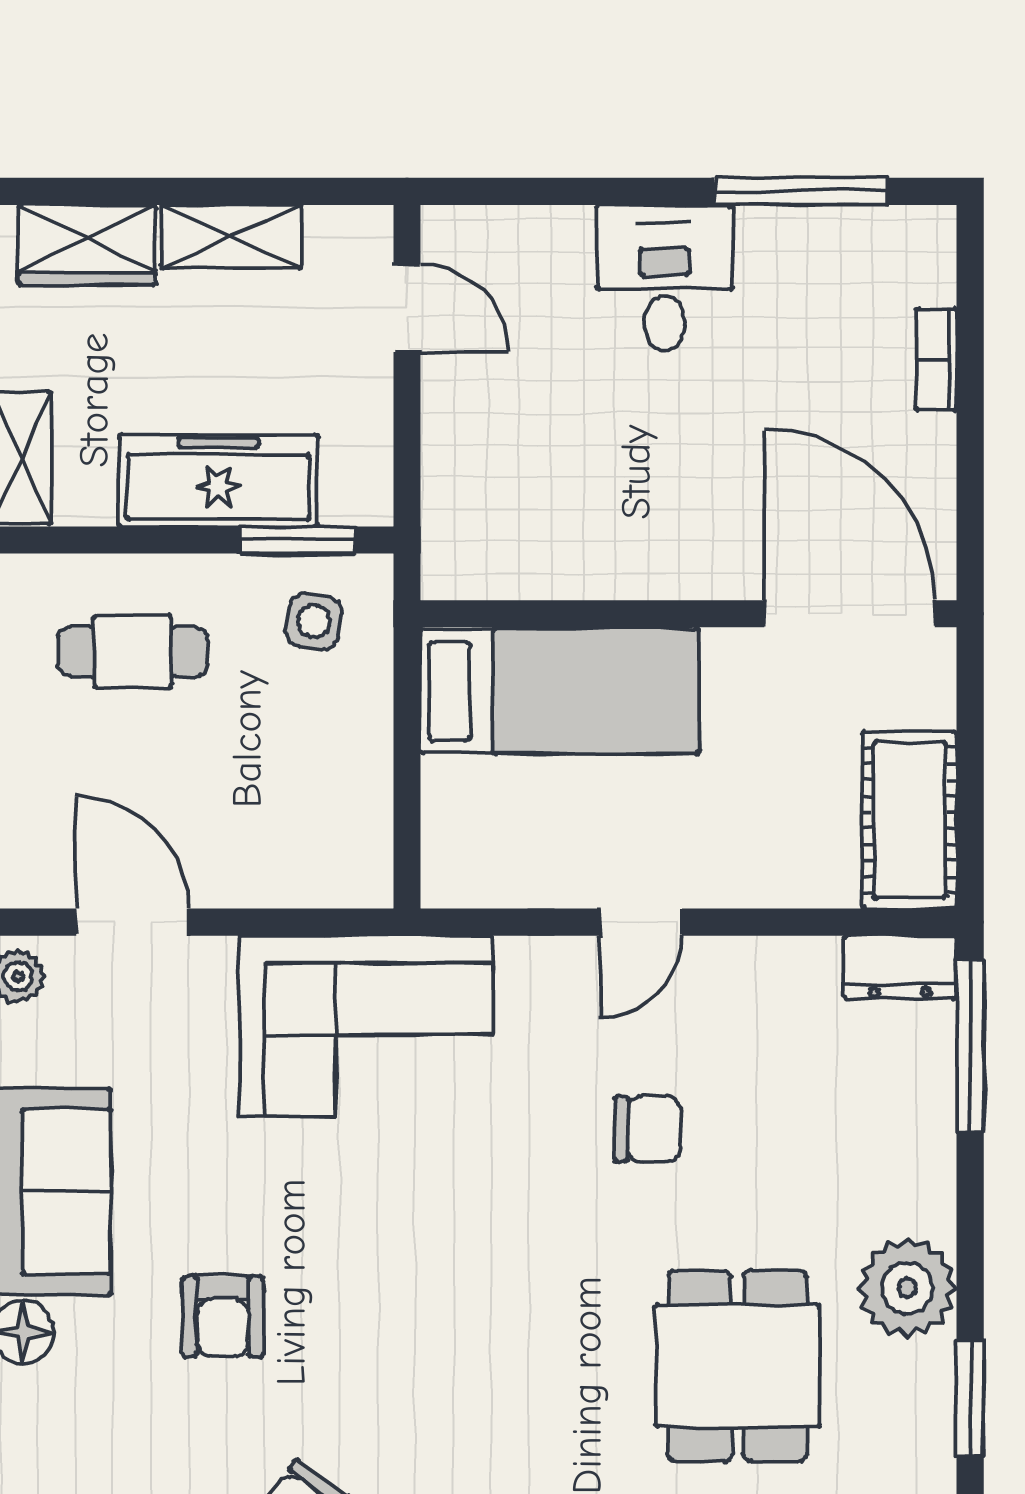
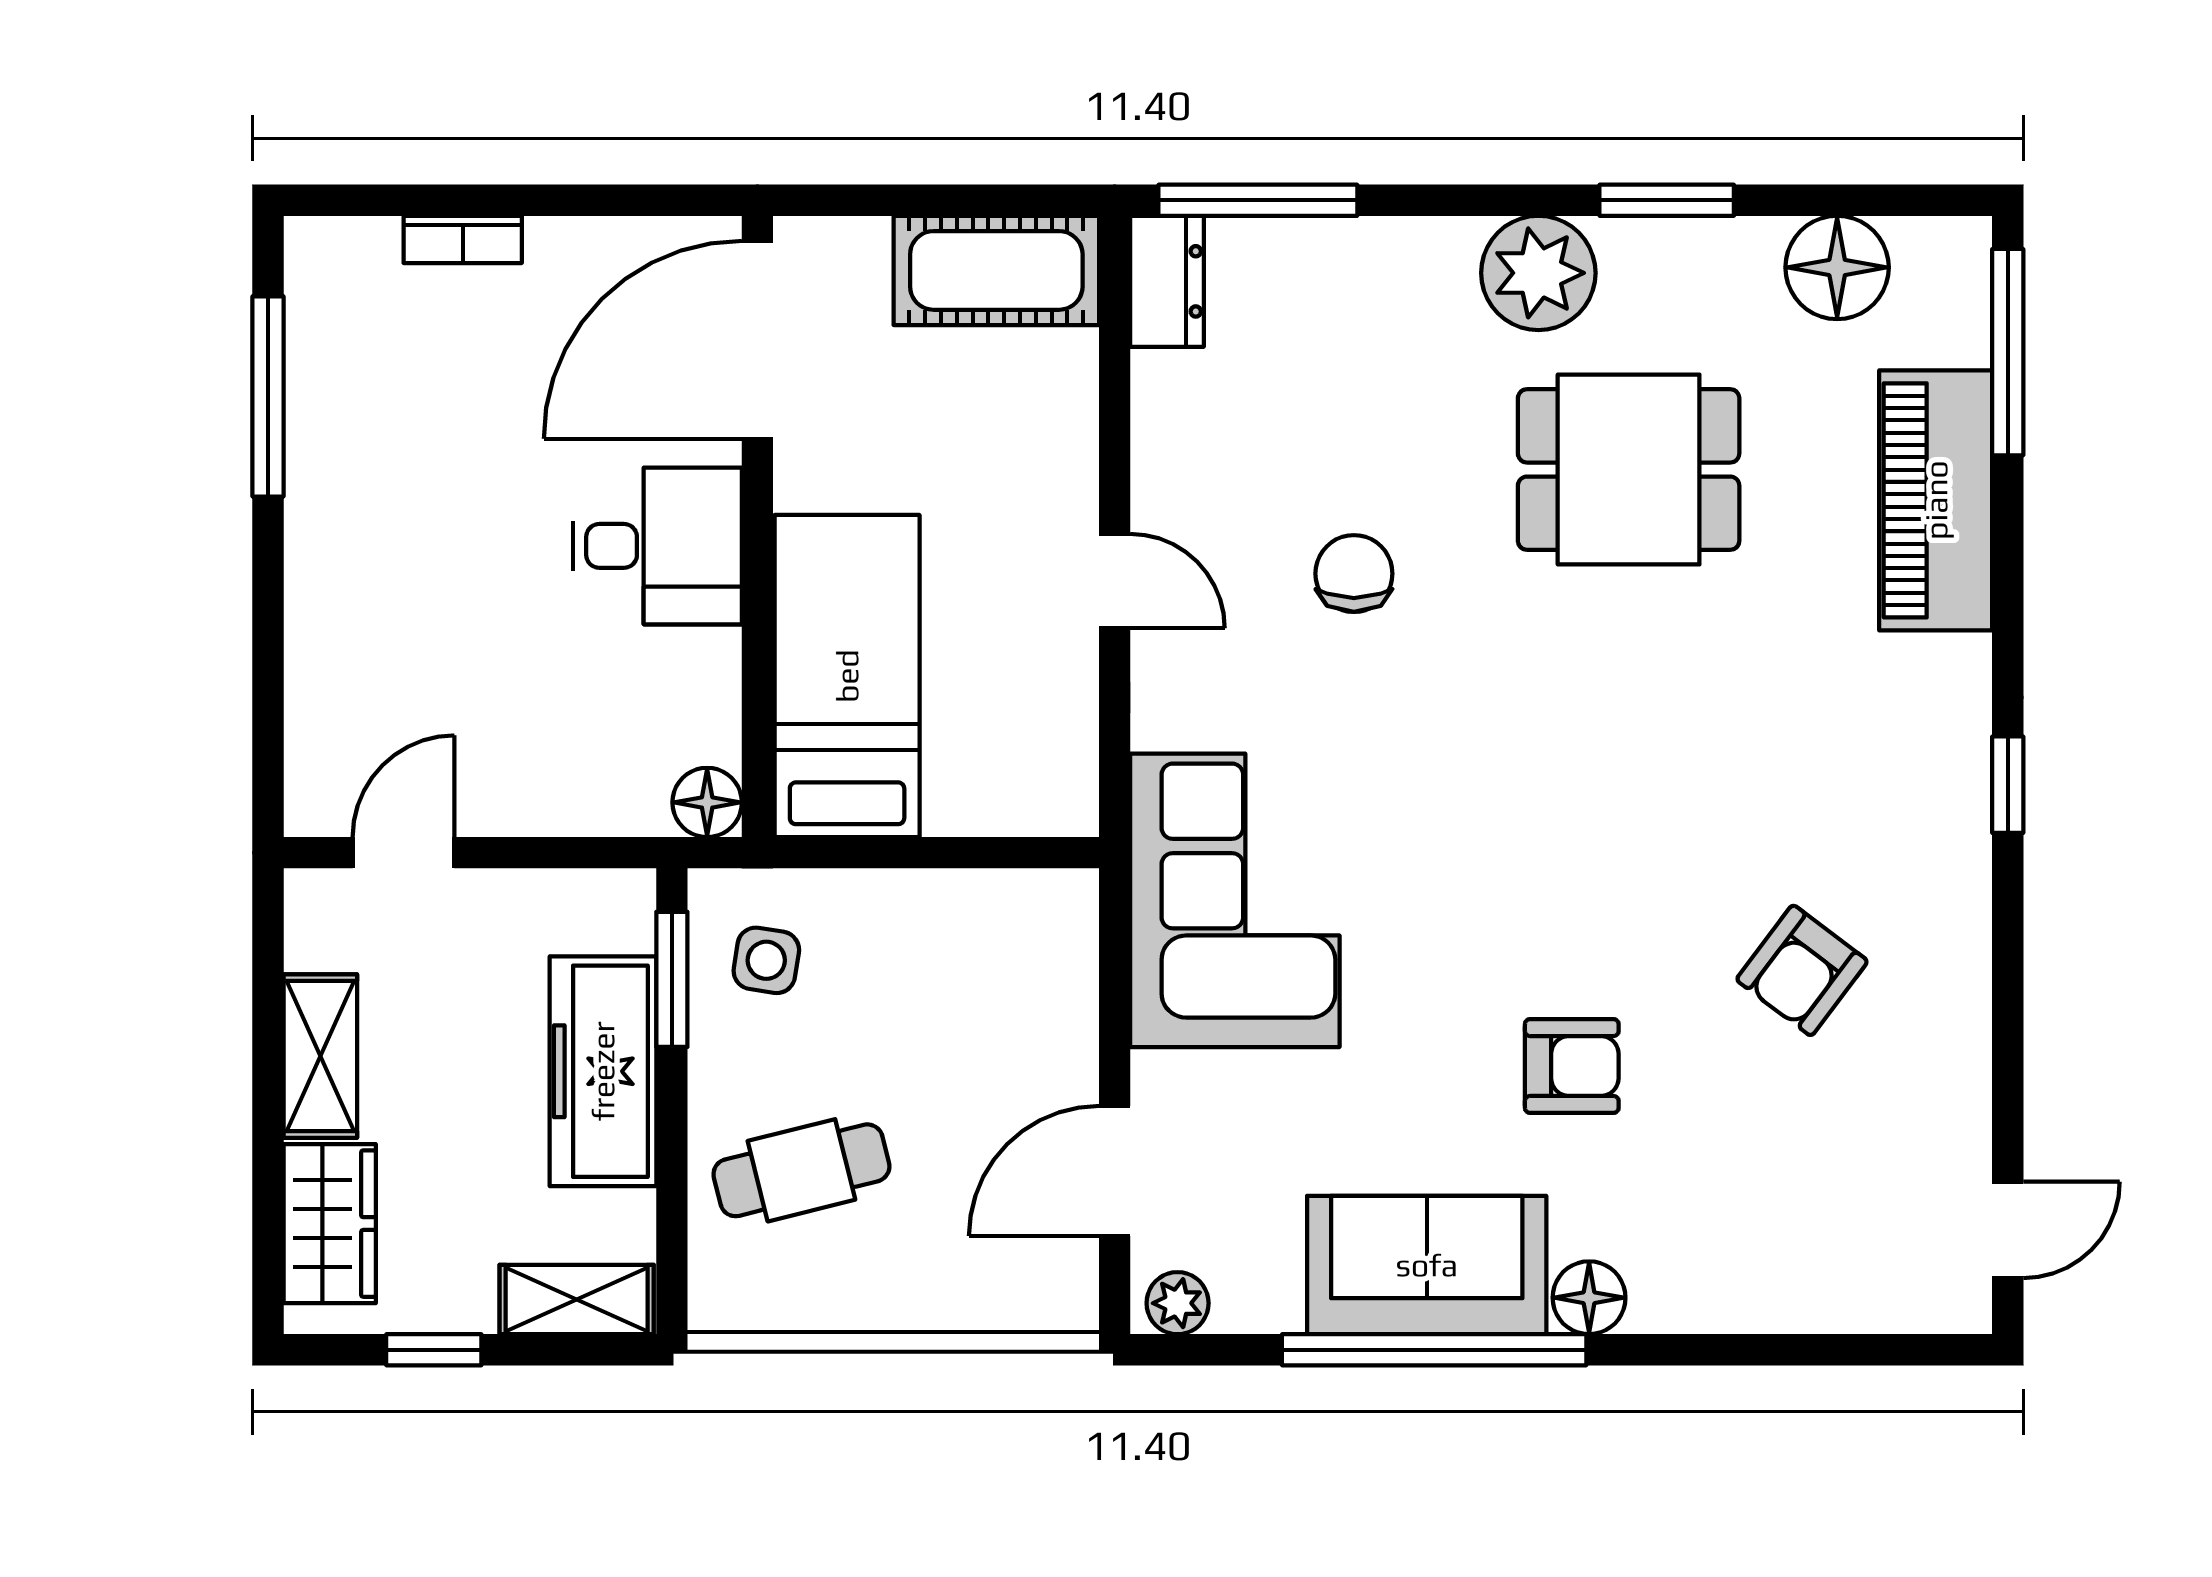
desk: (665, 278) -> (657, 546), moved, turned 180
floor lamp: (450, 570) -> (707, 802), added
cafe table: (133, 652) -> (801, 1170), turned 76

